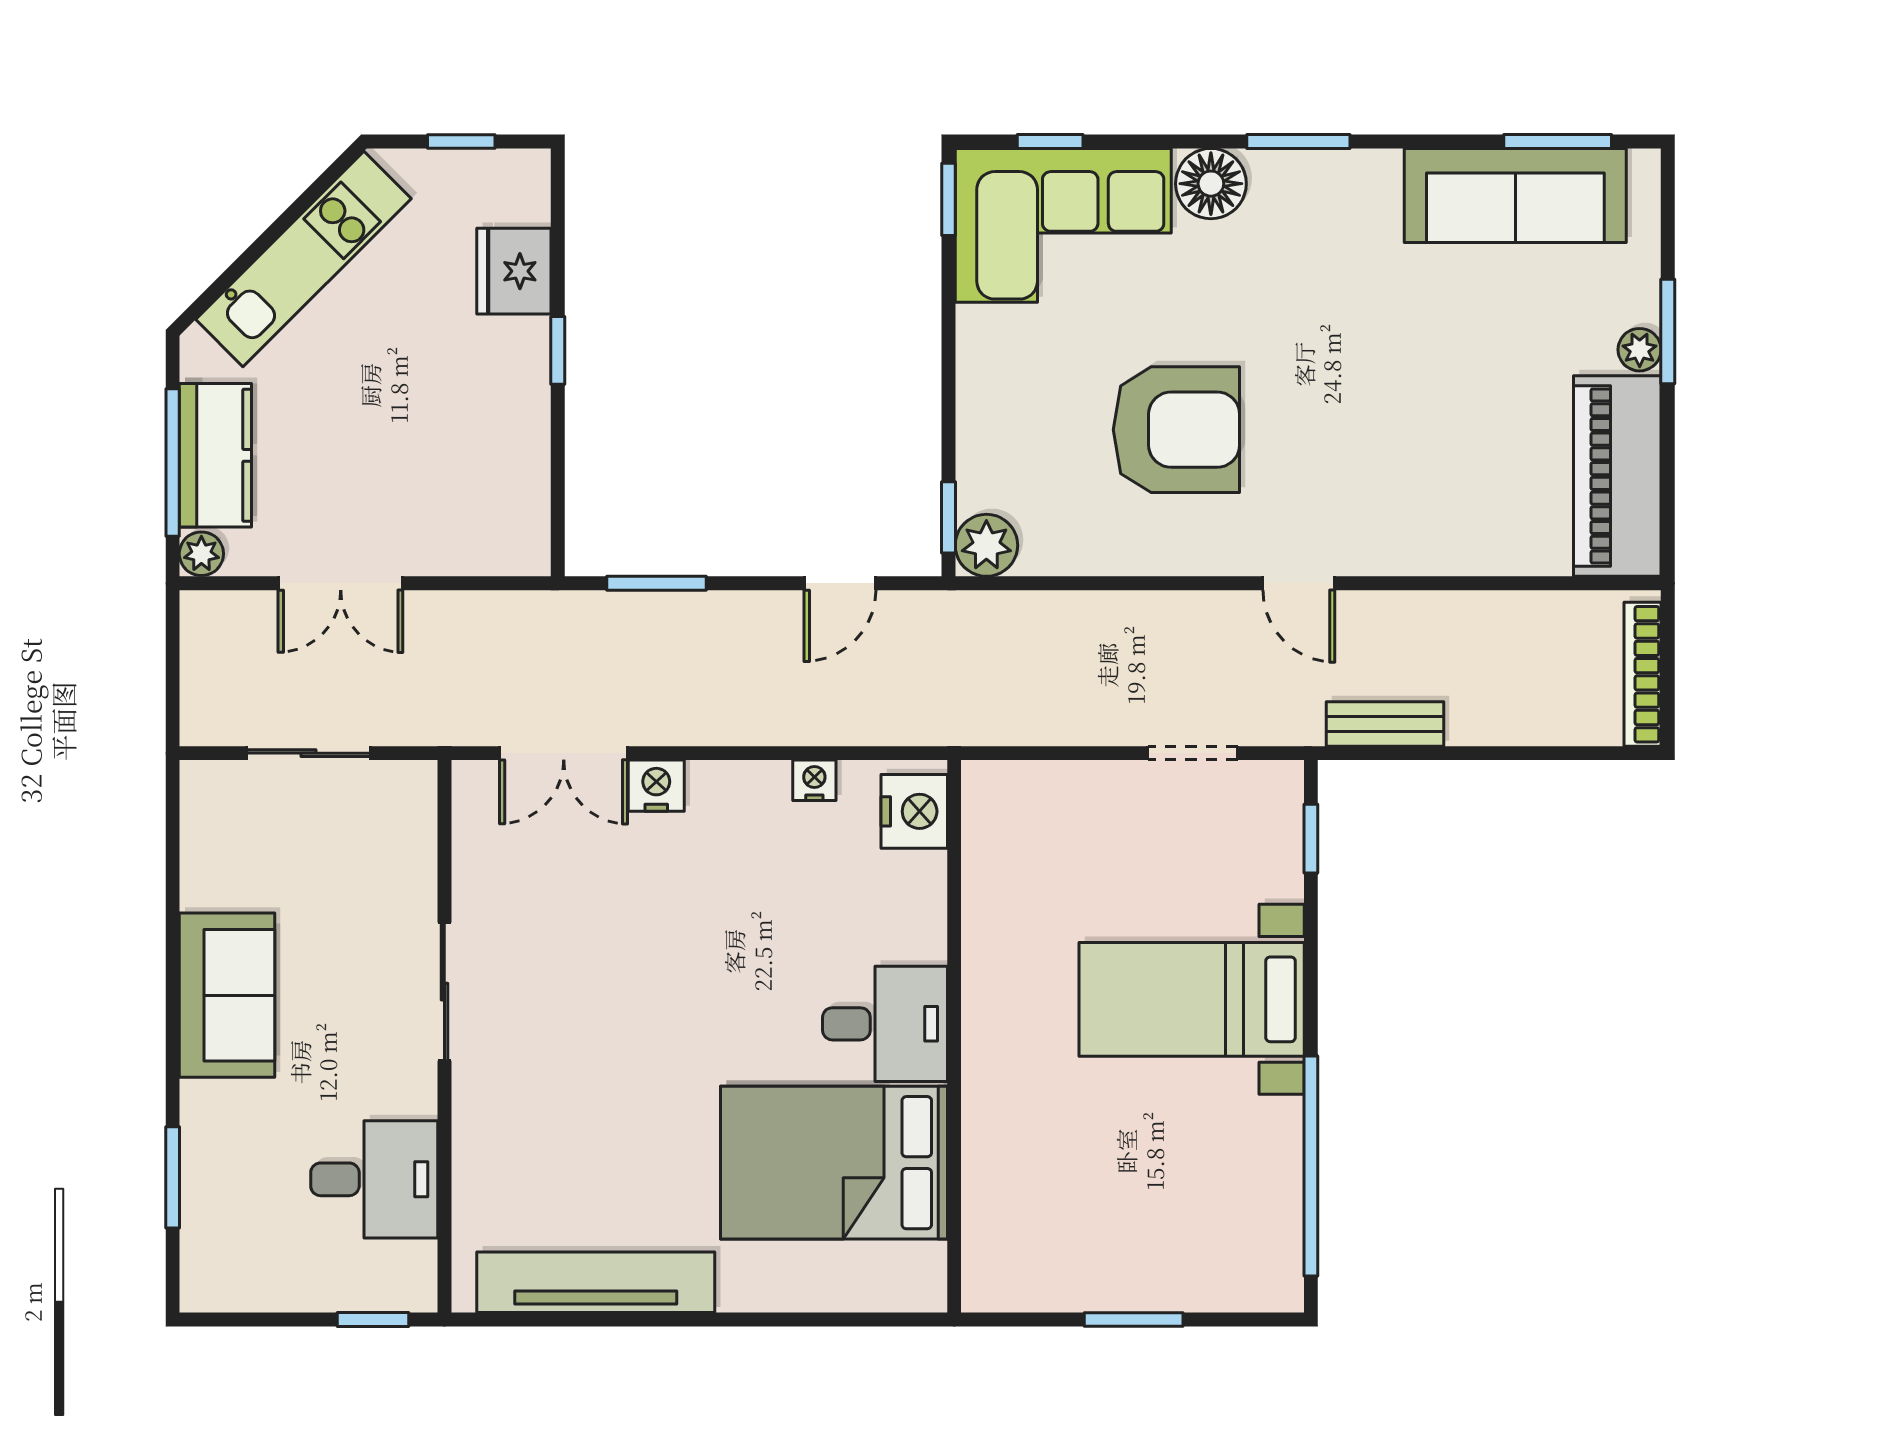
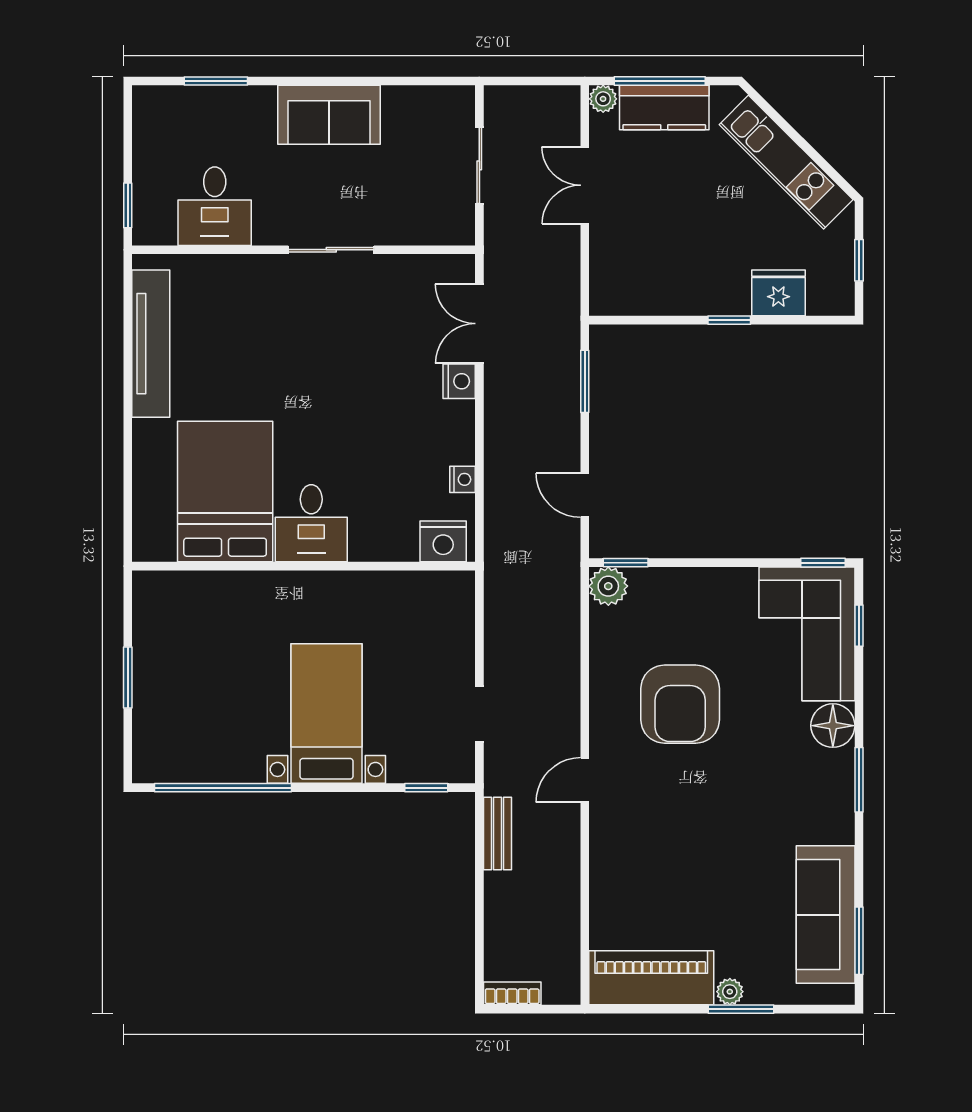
bookcase: (1642, 674) -> (512, 993), width x0.64

